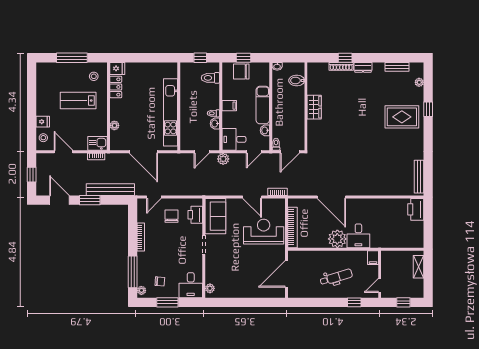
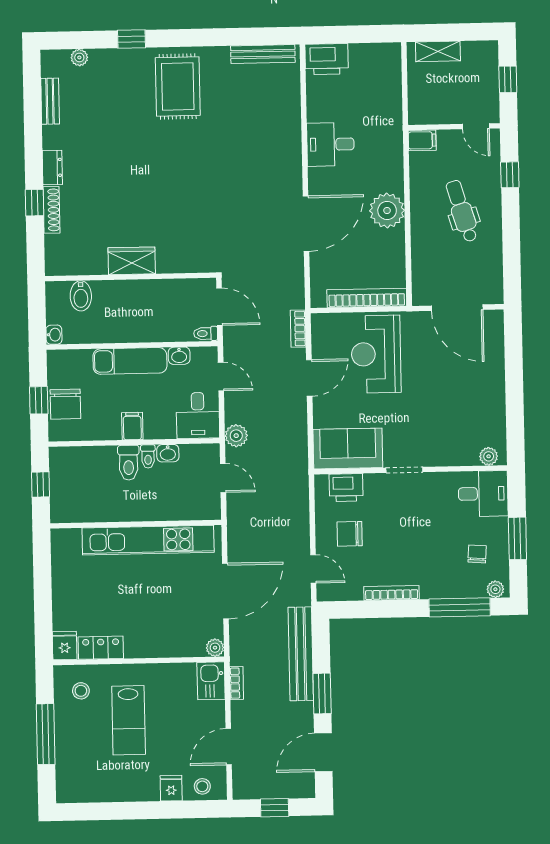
toilet: (210, 78) -> (129, 463), moved
rug: (402, 117) -> (178, 86), moved
plant: (114, 125) -> (215, 648), moved
desk: (358, 236) -> (330, 144), moved, turned 180

